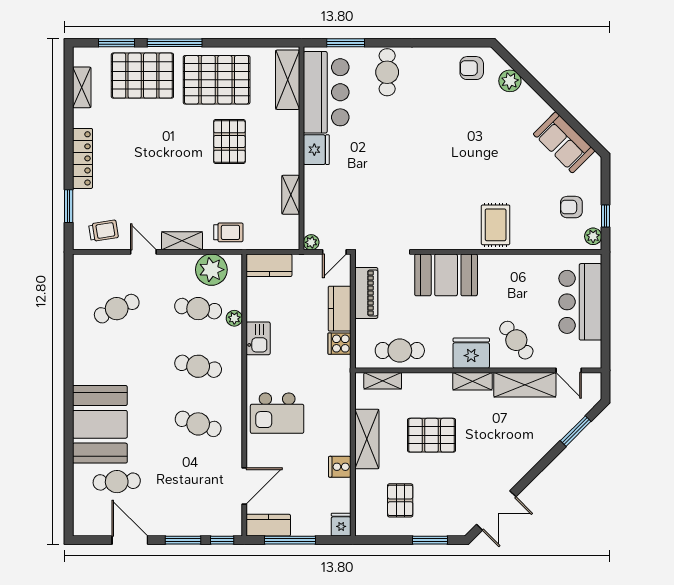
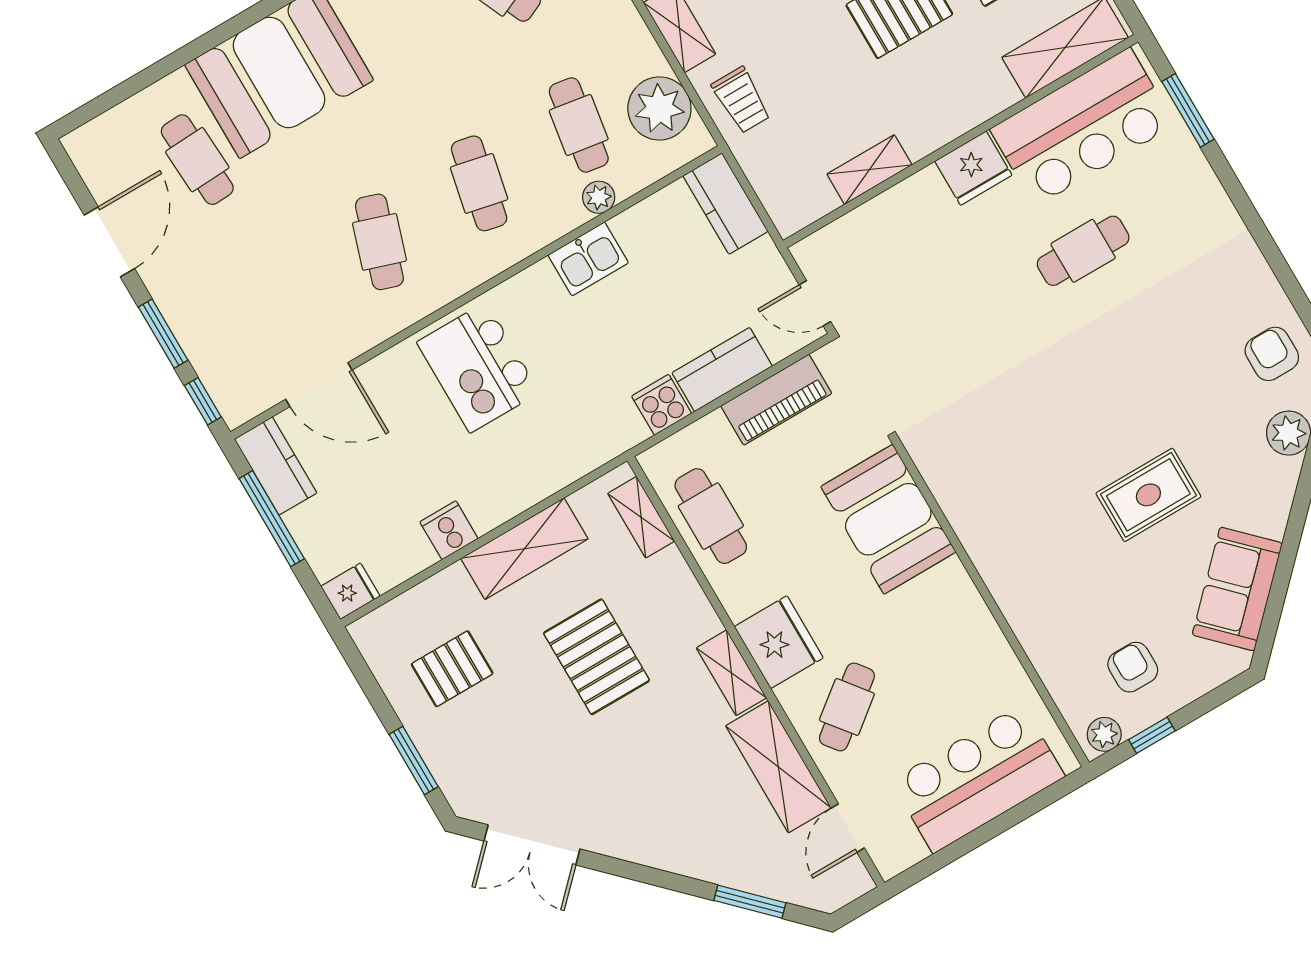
cafe table: (387, 72) -> (1083, 251), moved
rug: (496, 225) -> (1148, 495), moved
plant: (311, 242) -> (808, 253), removed

